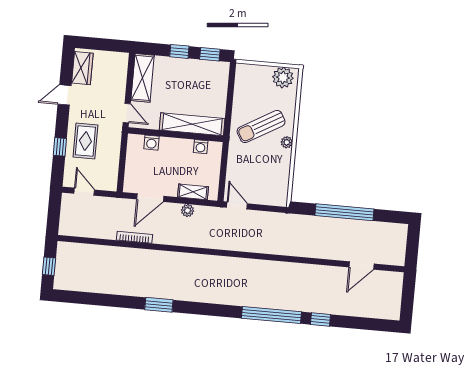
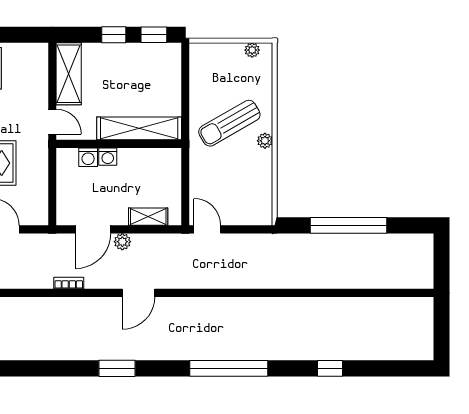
plant: (283, 78) -> (252, 50), width x0.53, depth x0.53
washing machine: (201, 147) -> (108, 157), moved
plant: (188, 210) -> (122, 242), moved
bookcase: (134, 237) -> (69, 283), width x0.64
door: (361, 265) -> (138, 293), moved
window: (271, 315) -> (229, 368), moved

